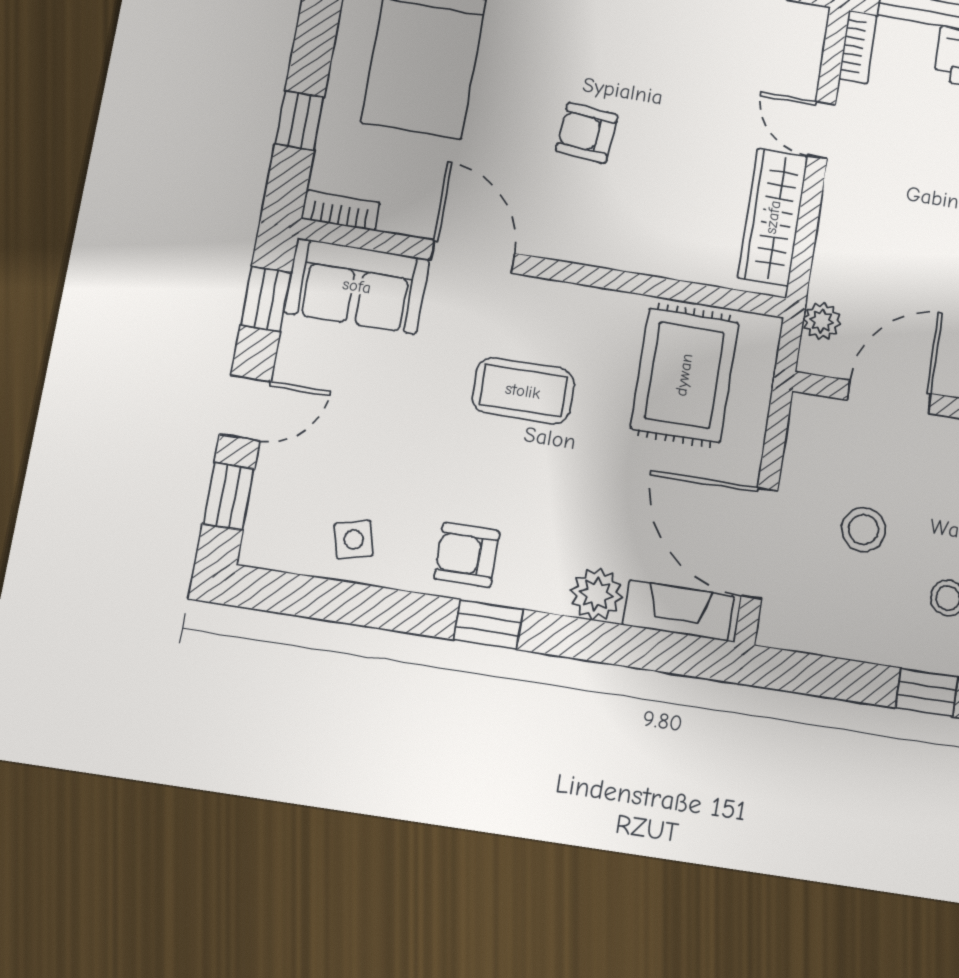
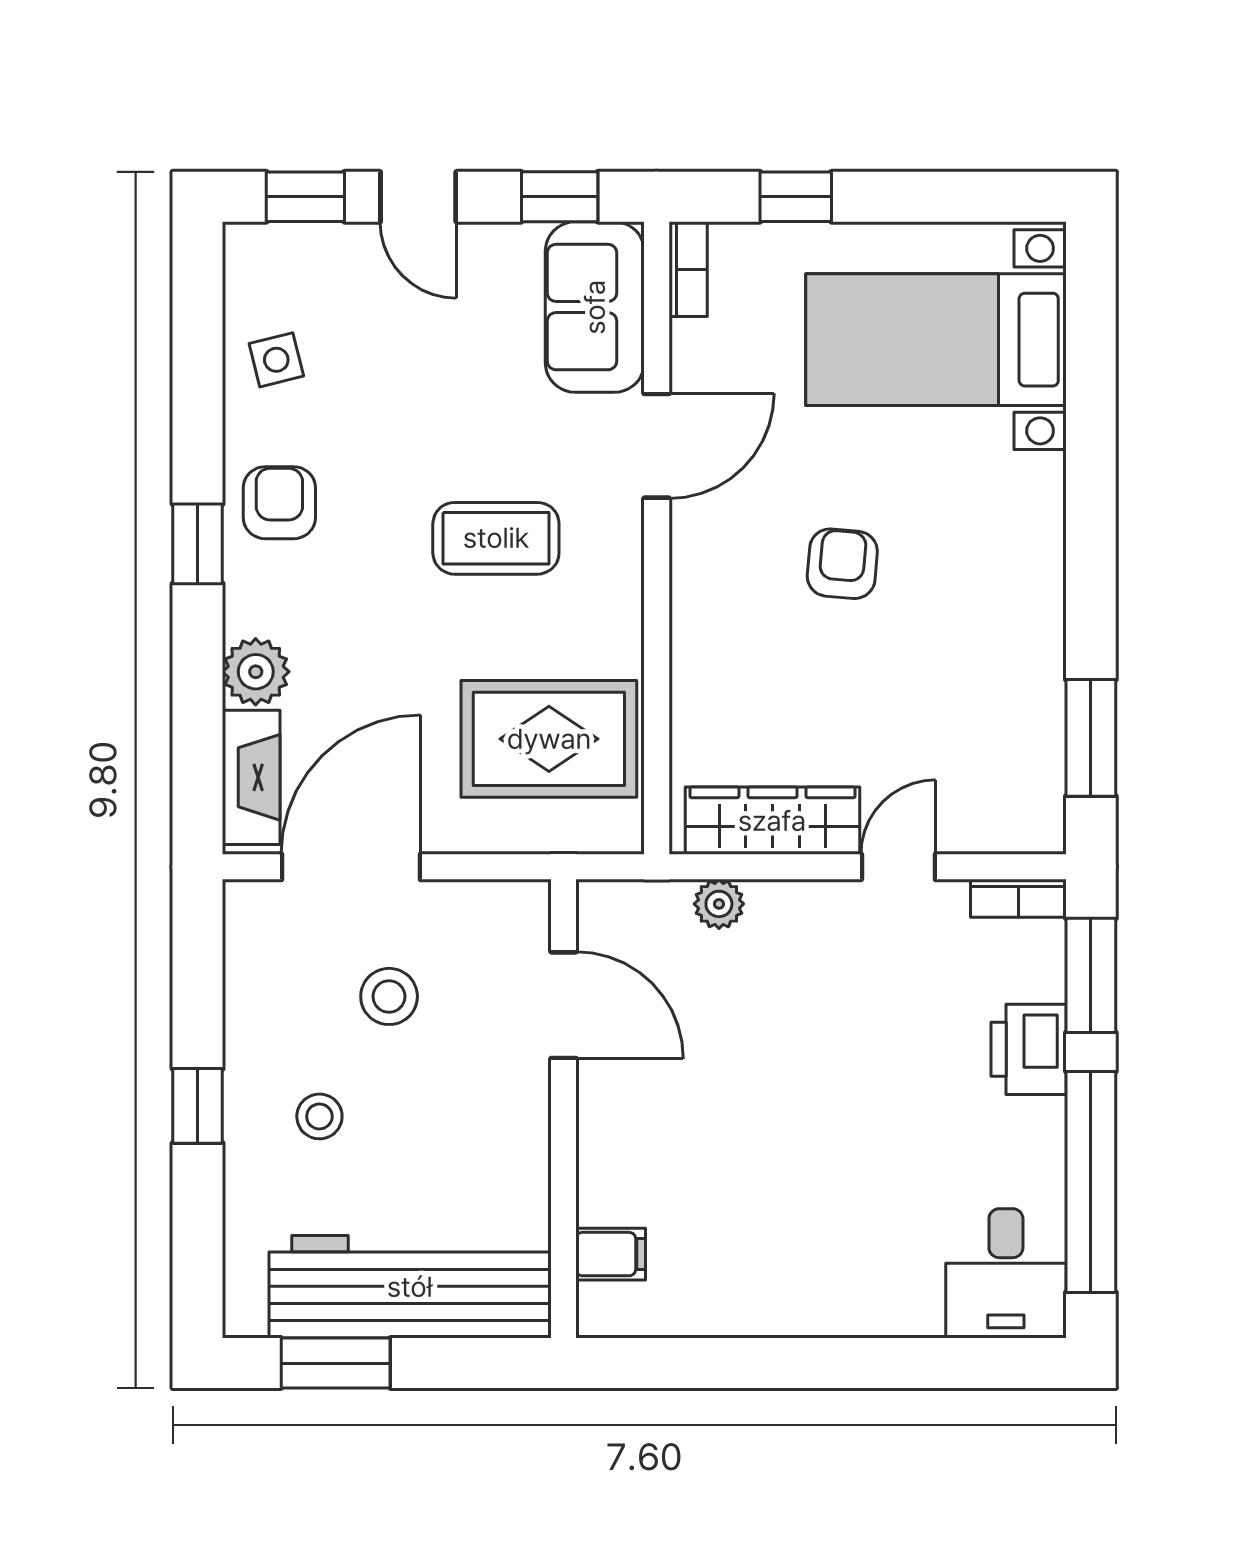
plant: (822, 321) -> (719, 904), moved
coffee table: (523, 391) -> (496, 538), turned 90

